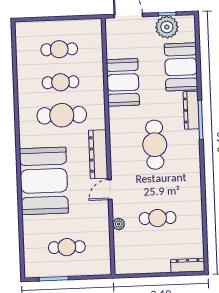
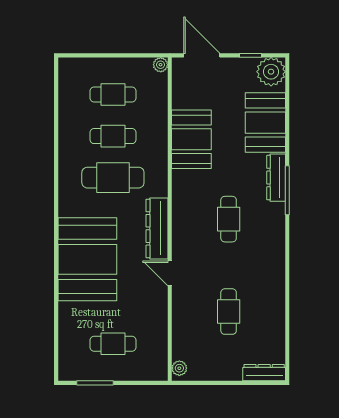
plant: (96, 24) -> (161, 65), added
plant: (167, 27) -> (271, 72), moved
cafe table: (155, 145) -> (229, 219), width x0.73, depth x0.74
door: (110, 190) -> (170, 273), hinge flipped
cafe table: (158, 218) -> (229, 312), turned 90
plant: (119, 224) -> (179, 368), moved

